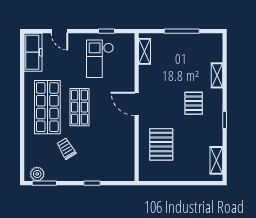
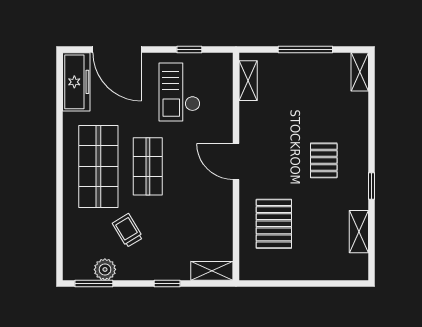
door: (59, 31) -> (117, 49), width x1.87
shelving: (217, 75) -> (360, 72), moved
shelving: (216, 160) -> (359, 232), moved
plant: (37, 174) -> (105, 269), moved
shelving: (121, 175) -> (212, 271), added

